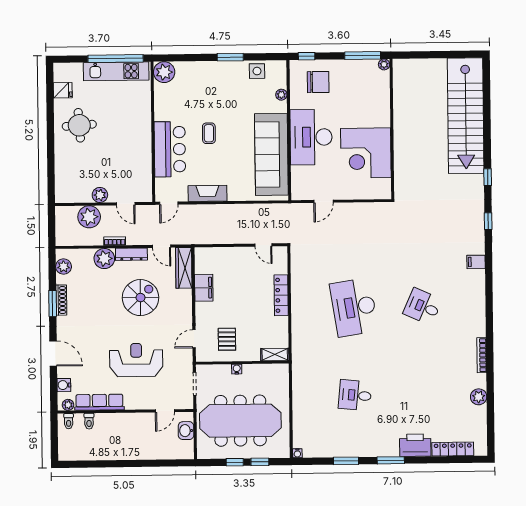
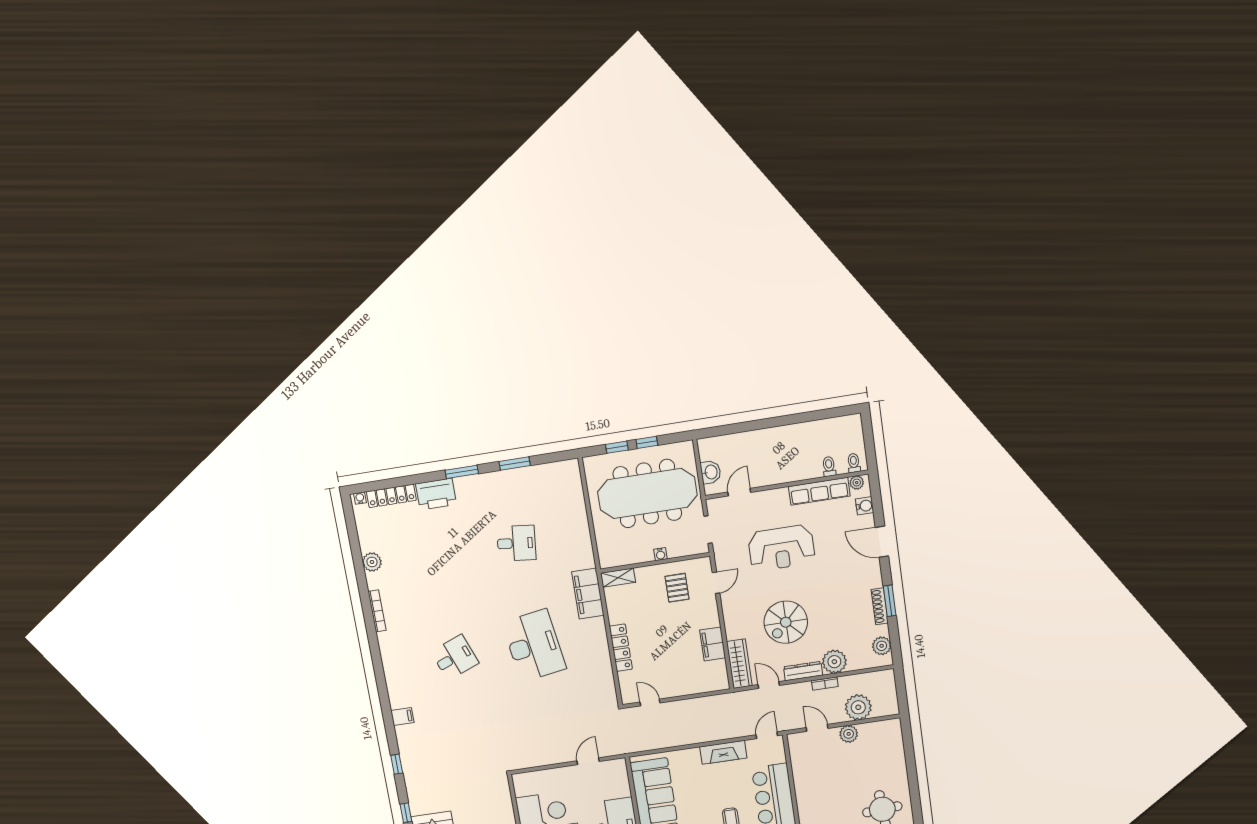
desk: (423, 306) -> (455, 658), turned -45
filing cabinet: (302, 345) -> (588, 594), added
water cooler: (297, 453) -> (360, 498), moved

